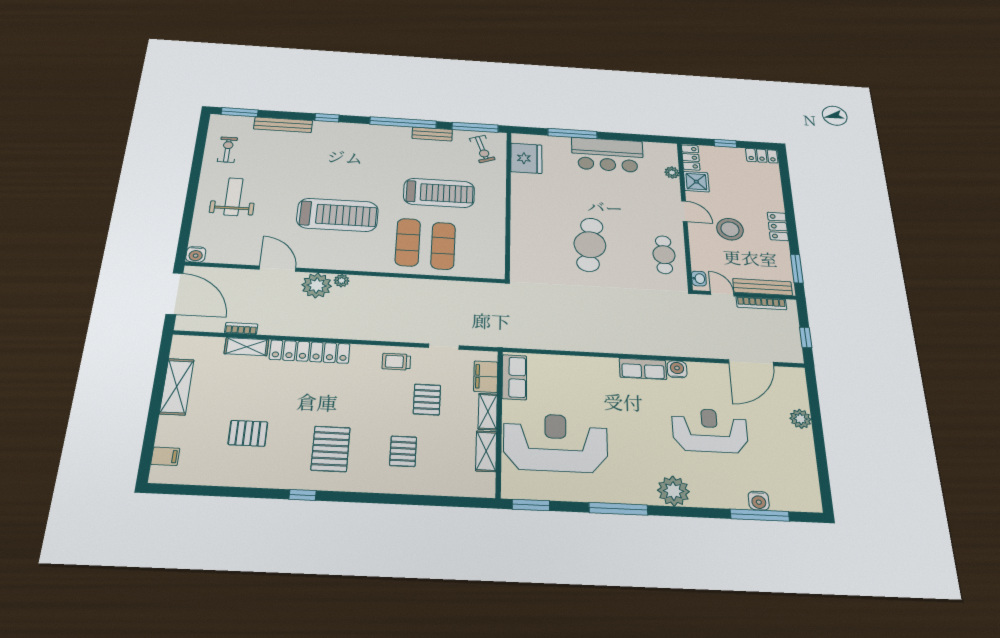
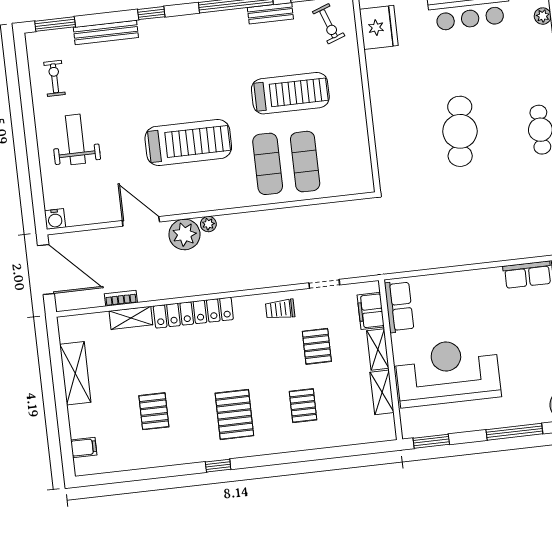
pallet: (248, 433) -> (154, 411), turned 90

